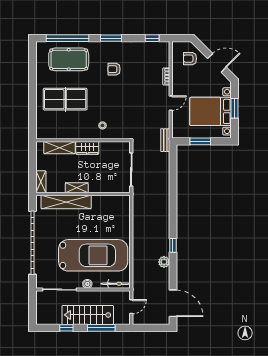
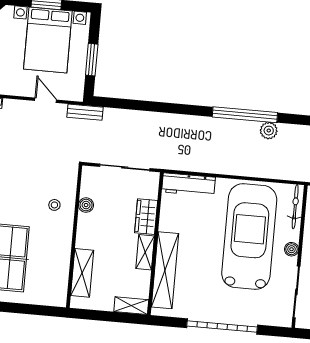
door: (171, 103) -> (46, 100), moved
boiler: (104, 146) -> (86, 205), added
wardrobe: (87, 148) -> (146, 217), moved, turned 180
workbench: (124, 212) -> (188, 185), added
garage door: (33, 243) -> (222, 326), width x0.73
window: (173, 245) -> (245, 115), width x3.17

